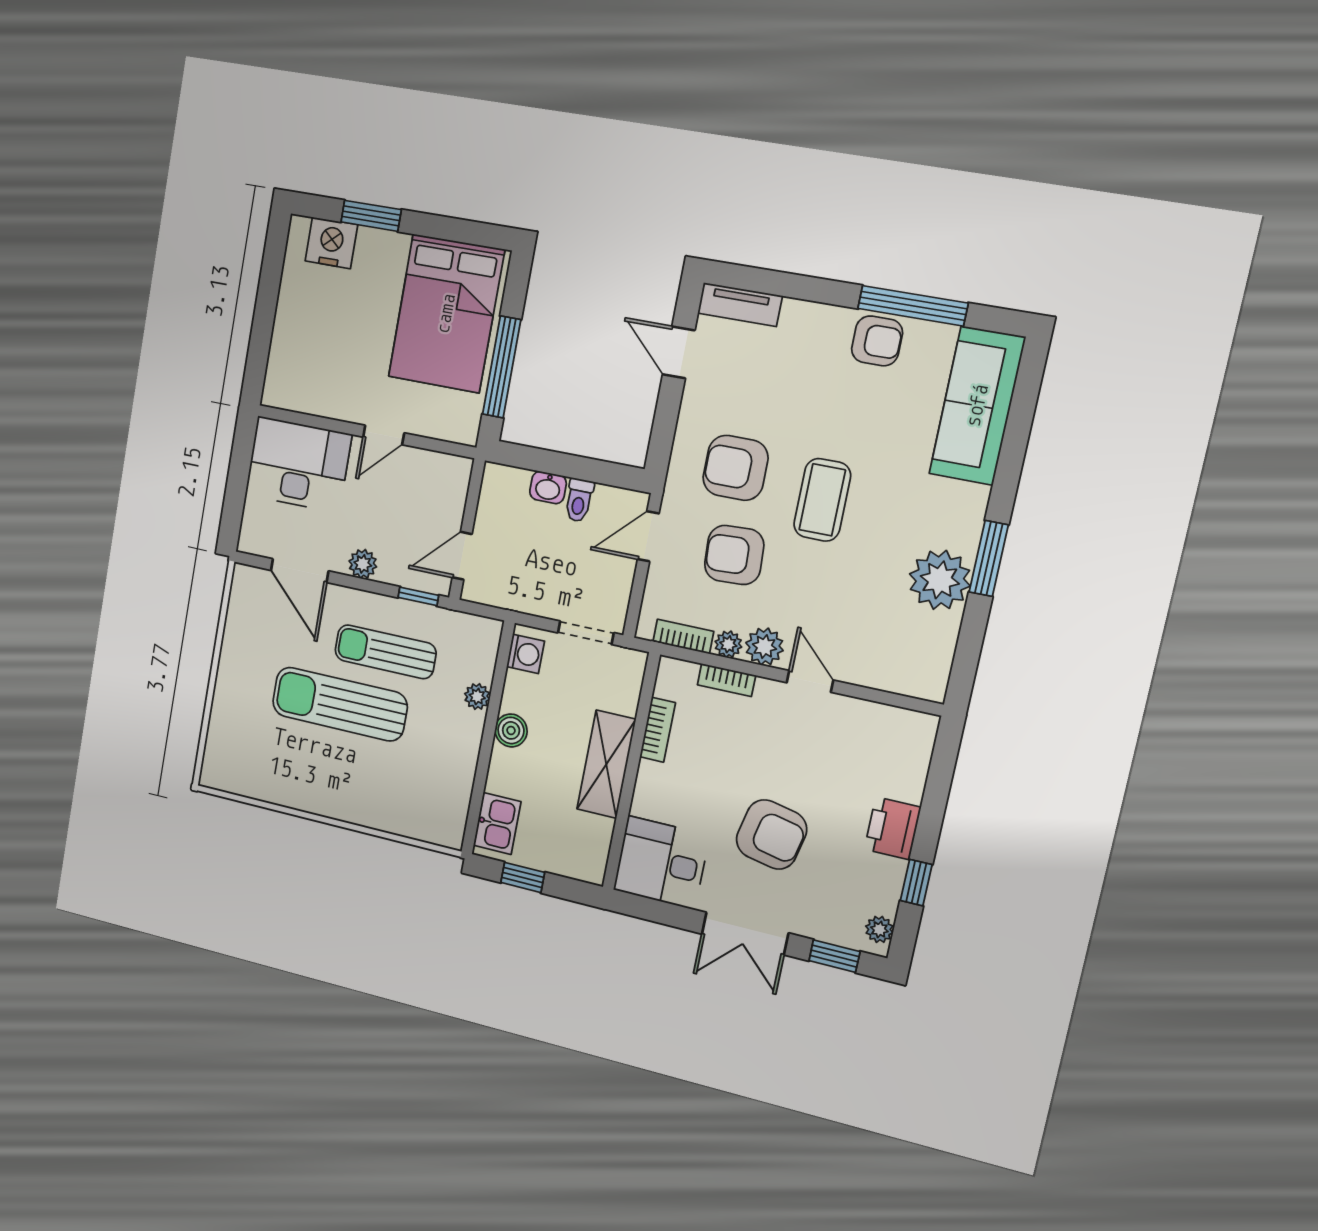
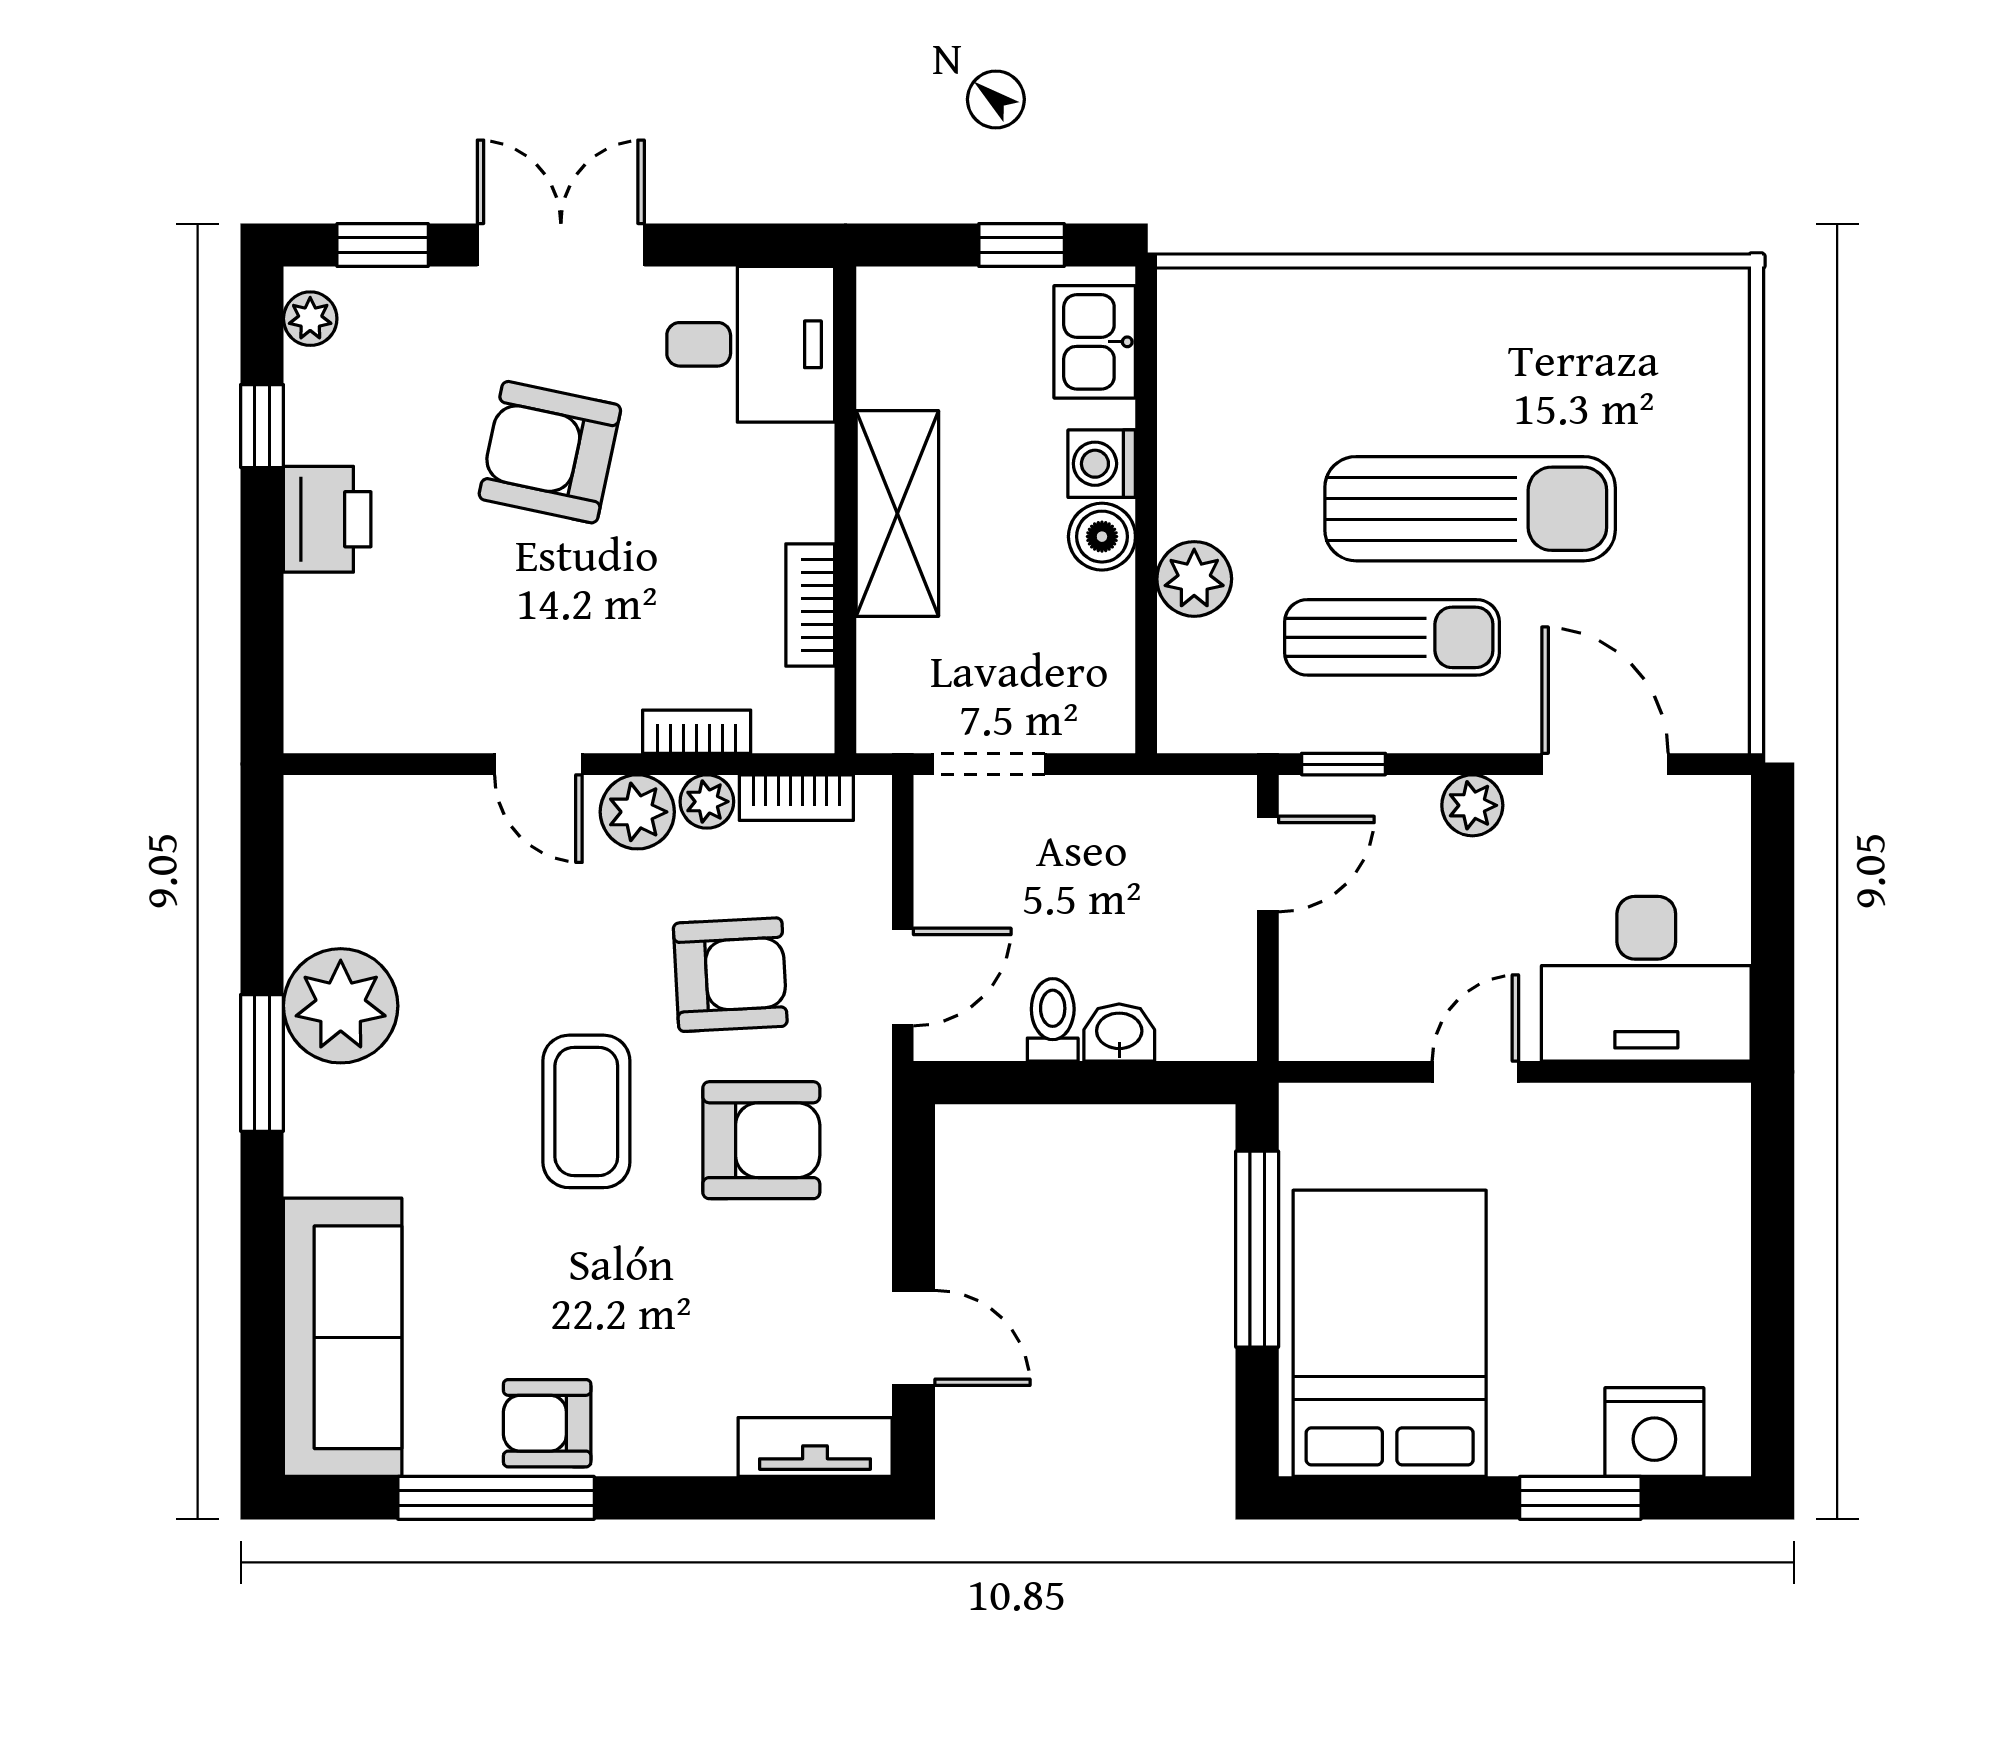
washing machine: (526, 654) -> (1102, 464), moved
plant: (477, 697) -> (1194, 579), width x1.38, depth x1.38

